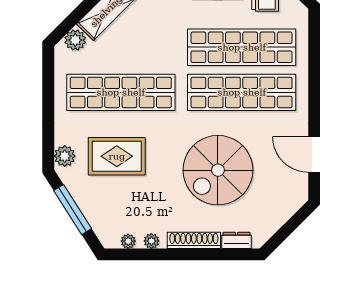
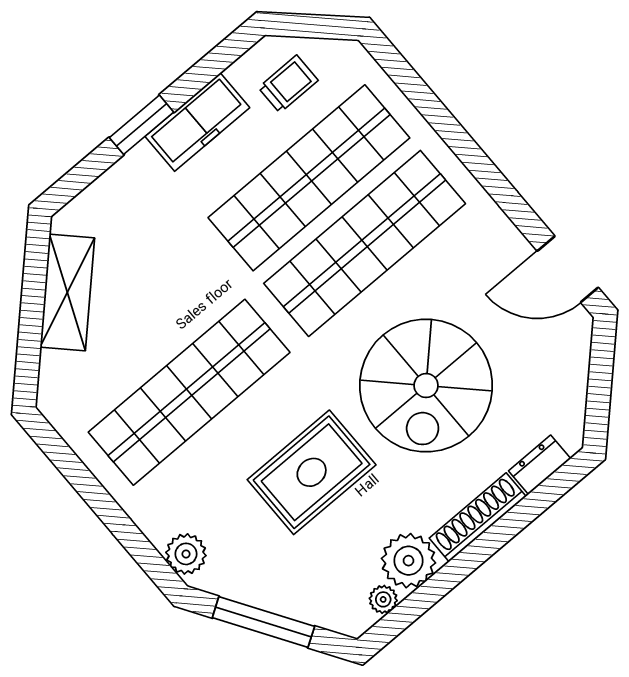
plant: (75, 40) -> (58, 372), removed
door: (314, 155) -> (568, 269), moved
rug: (117, 156) -> (312, 472), moved
plant: (151, 241) -> (408, 561), width x1.88, depth x1.88

